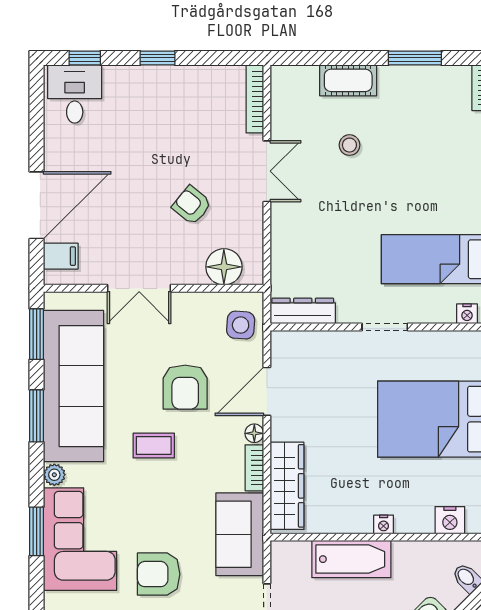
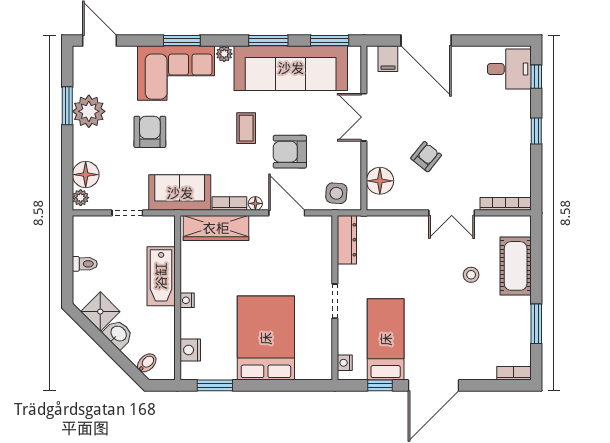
cot: (348, 80) -> (516, 266), width x1.37, depth x1.34

